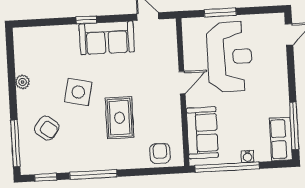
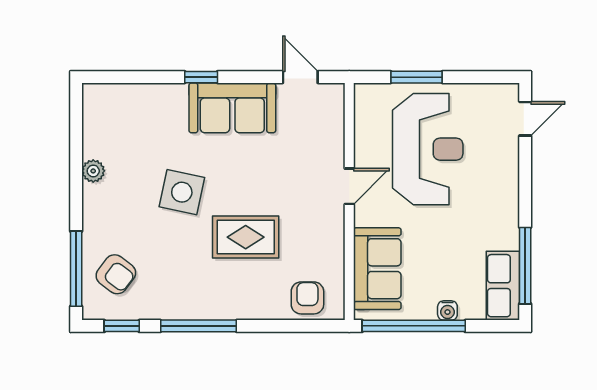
rug: (120, 118) -> (246, 237), turned 90
armchair: (47, 128) -> (116, 274), moved

